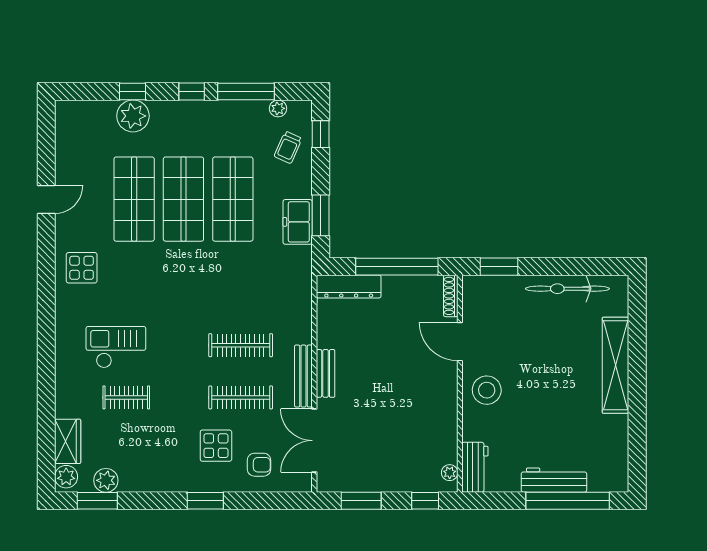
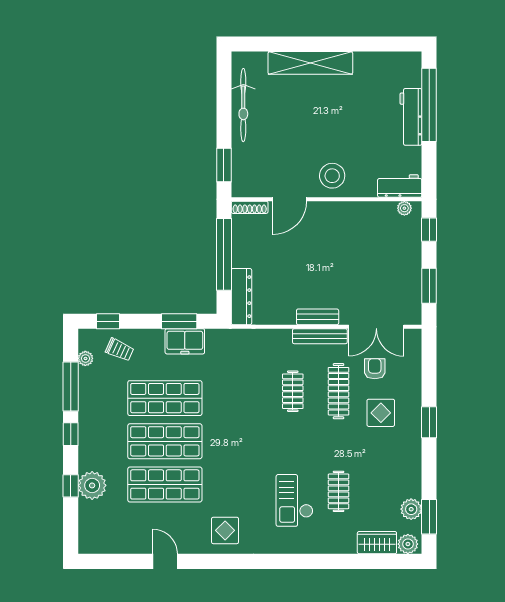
clothes rail: (241, 345) -> (293, 391), width x0.73
armchair: (259, 465) -> (375, 369), moved

